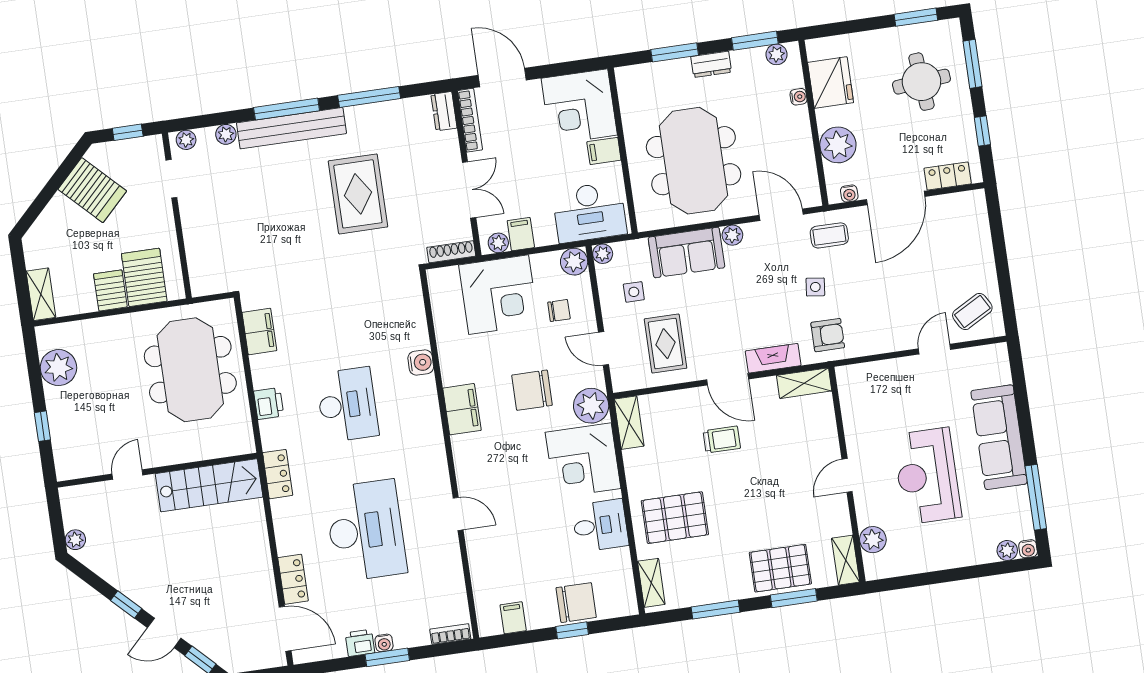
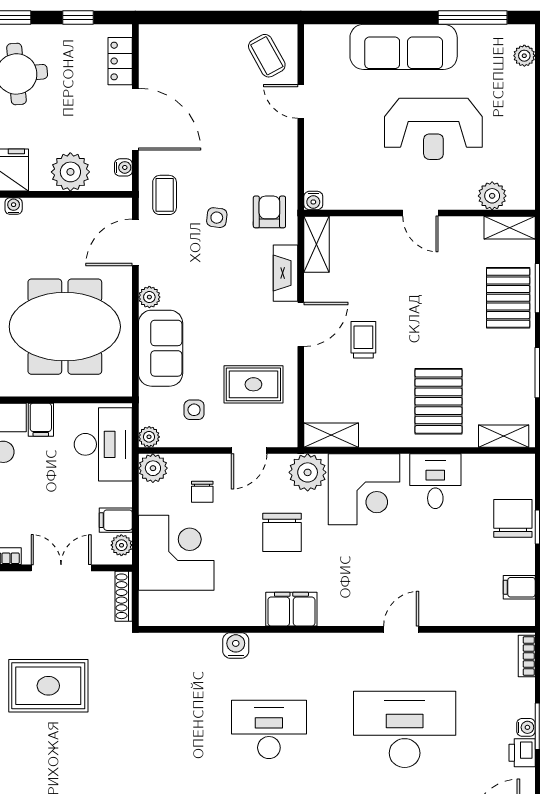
chair: (559, 311) -> (202, 492), turned 180
water cooler: (1028, 549) -> (313, 200), moved, turned 90

